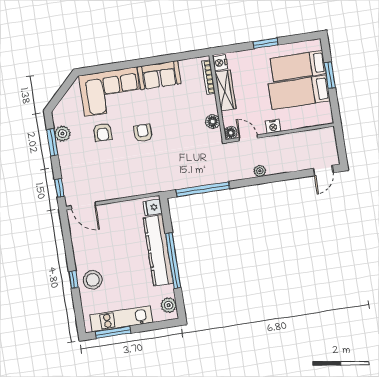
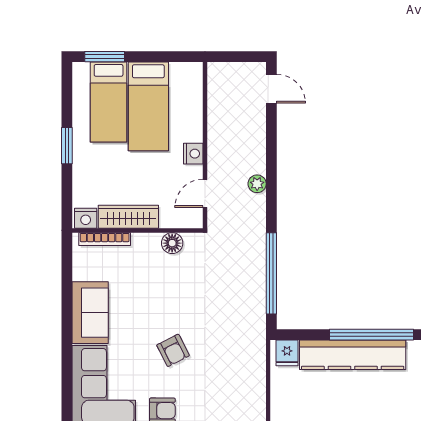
window: (330, 75) -> (105, 57), moved
armchair: (143, 133) -> (173, 350), turned -117
floor lamp: (231, 133) -> (193, 219), removed

